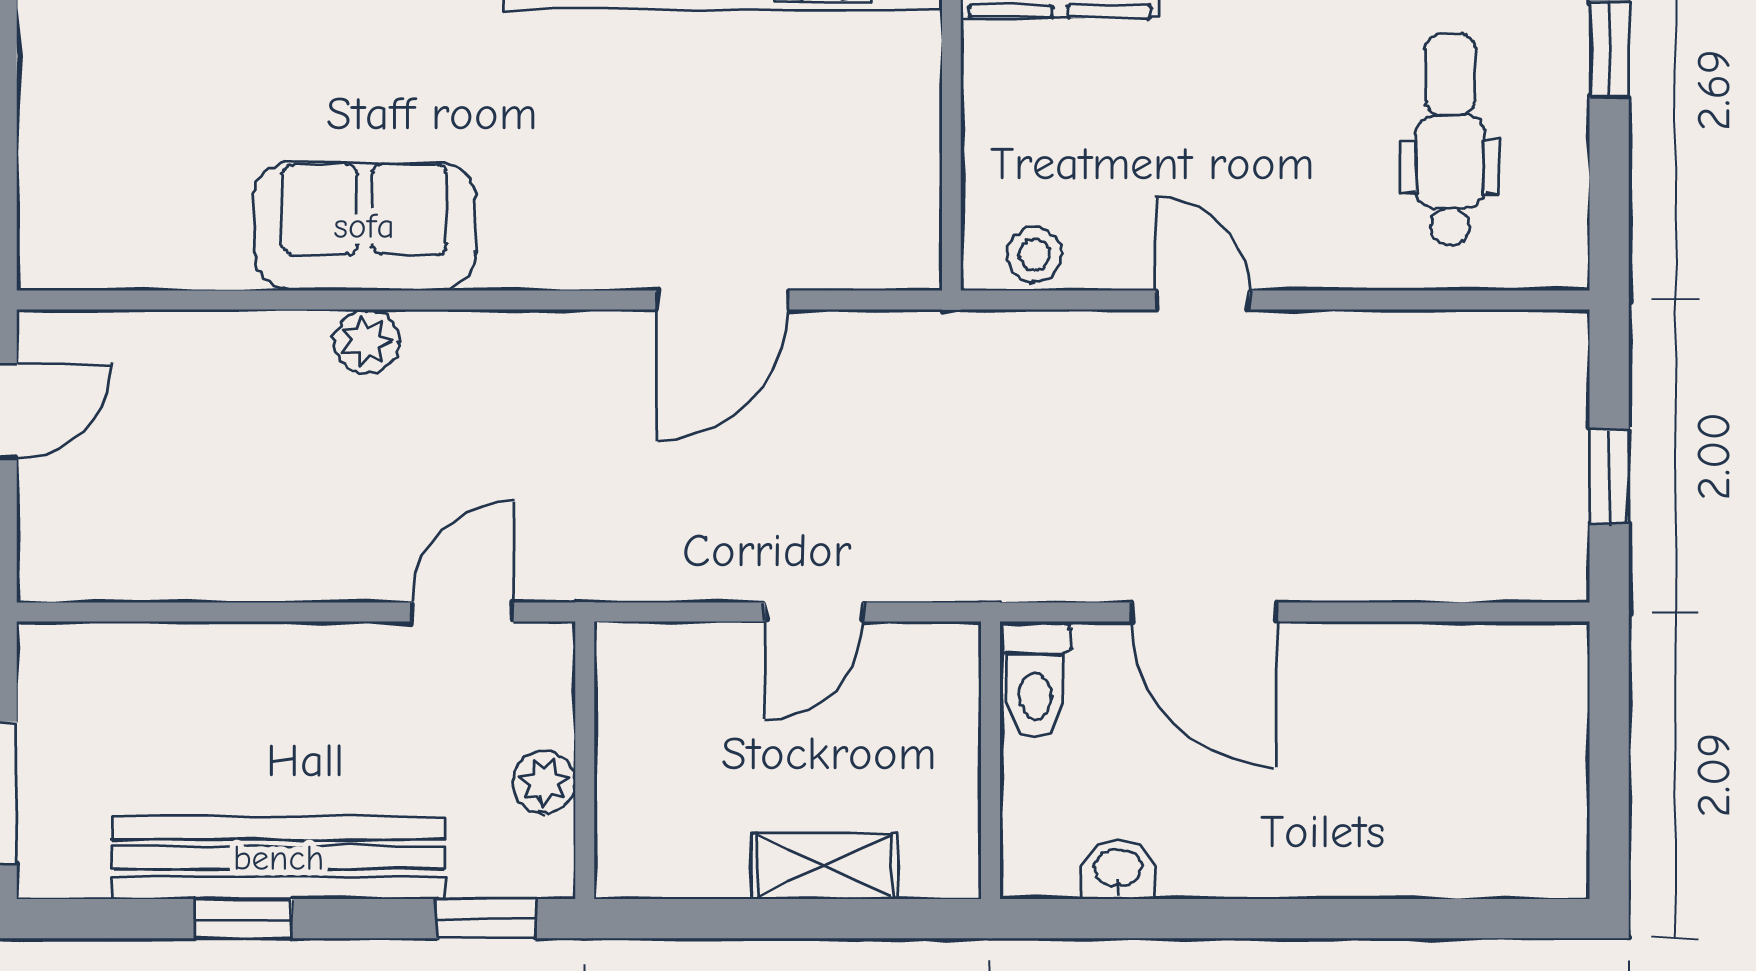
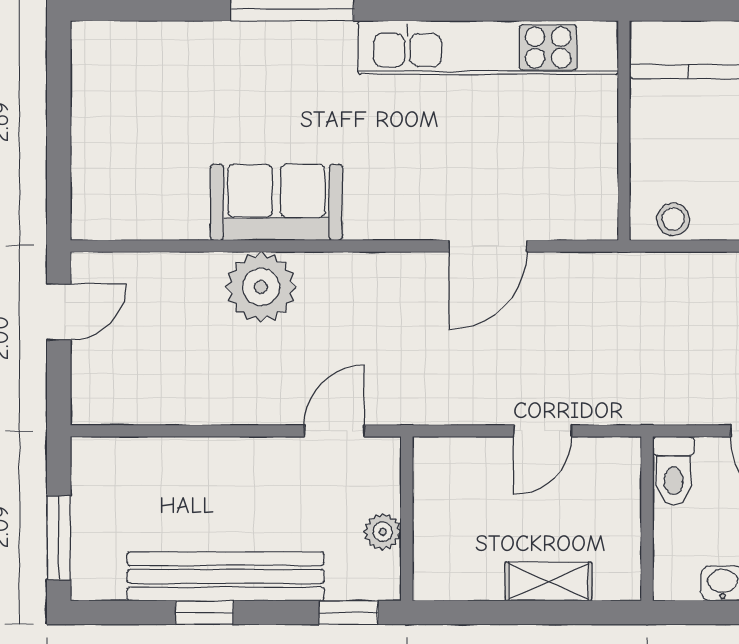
plant: (366, 341) -> (261, 287), width x1.88, depth x1.88

